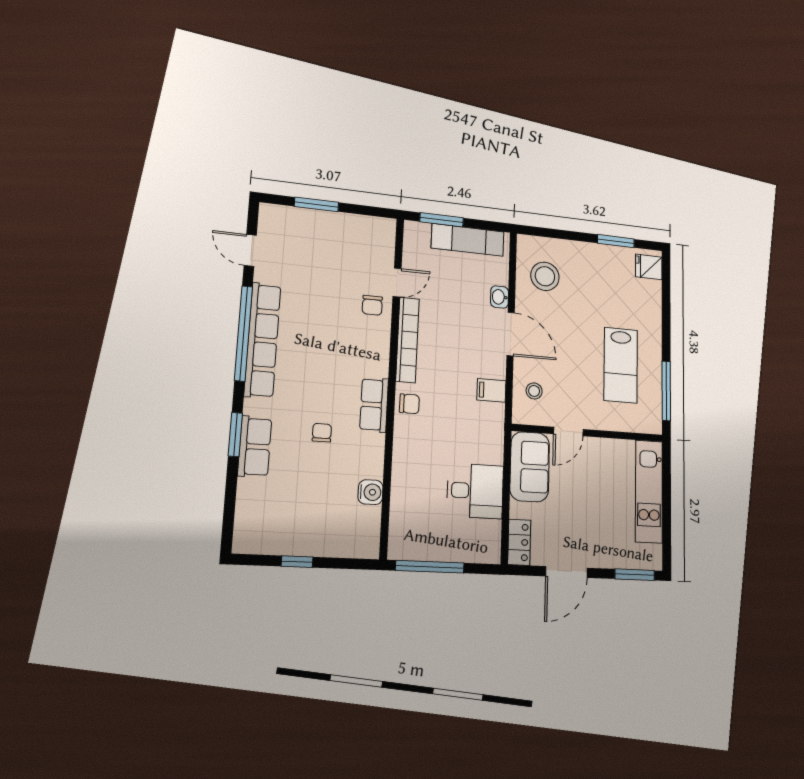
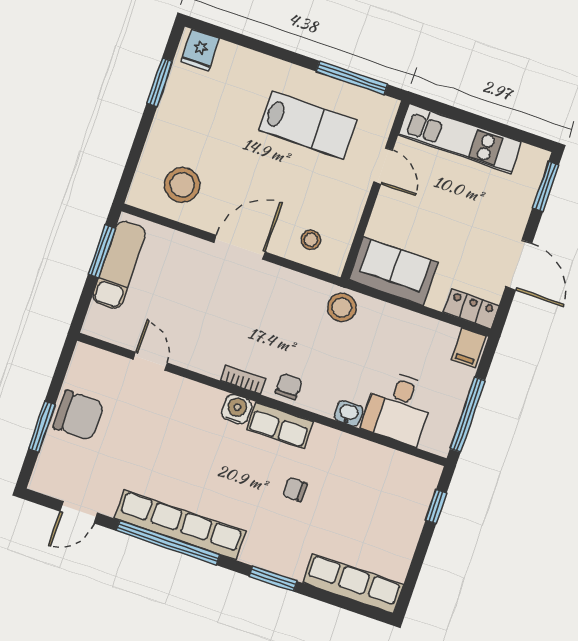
window: (442, 220) -> (102, 251), moved
washbasin: (500, 297) -> (348, 413), moved, turned 180
chair: (372, 305) -> (79, 415), moved, width x1.87, depth x1.87
bookcase: (408, 340) -> (243, 380), width x0.43, depth x0.76
filing cabinet: (491, 390) -> (468, 348), moved
stool: (488, 432) -> (342, 307), added
door: (568, 432) -> (383, 166), moved
row of seats: (255, 447) -> (353, 584), moved, width x1.48
desk: (475, 491) -> (398, 408), moved, turned 180
water cooler: (371, 492) -> (237, 409), moved
window: (297, 562) -> (436, 507), moved

